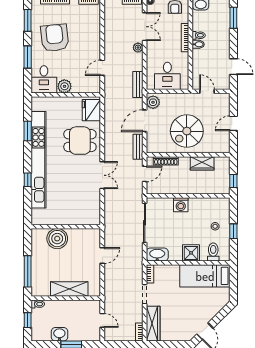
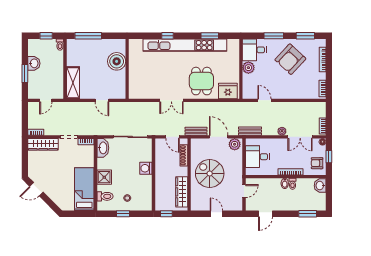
armchair: (55, 38) -> (290, 59), turned 139
wardrobe: (202, 163) -> (182, 192), width x1.50
shelving: (69, 289) -> (73, 83), moved

